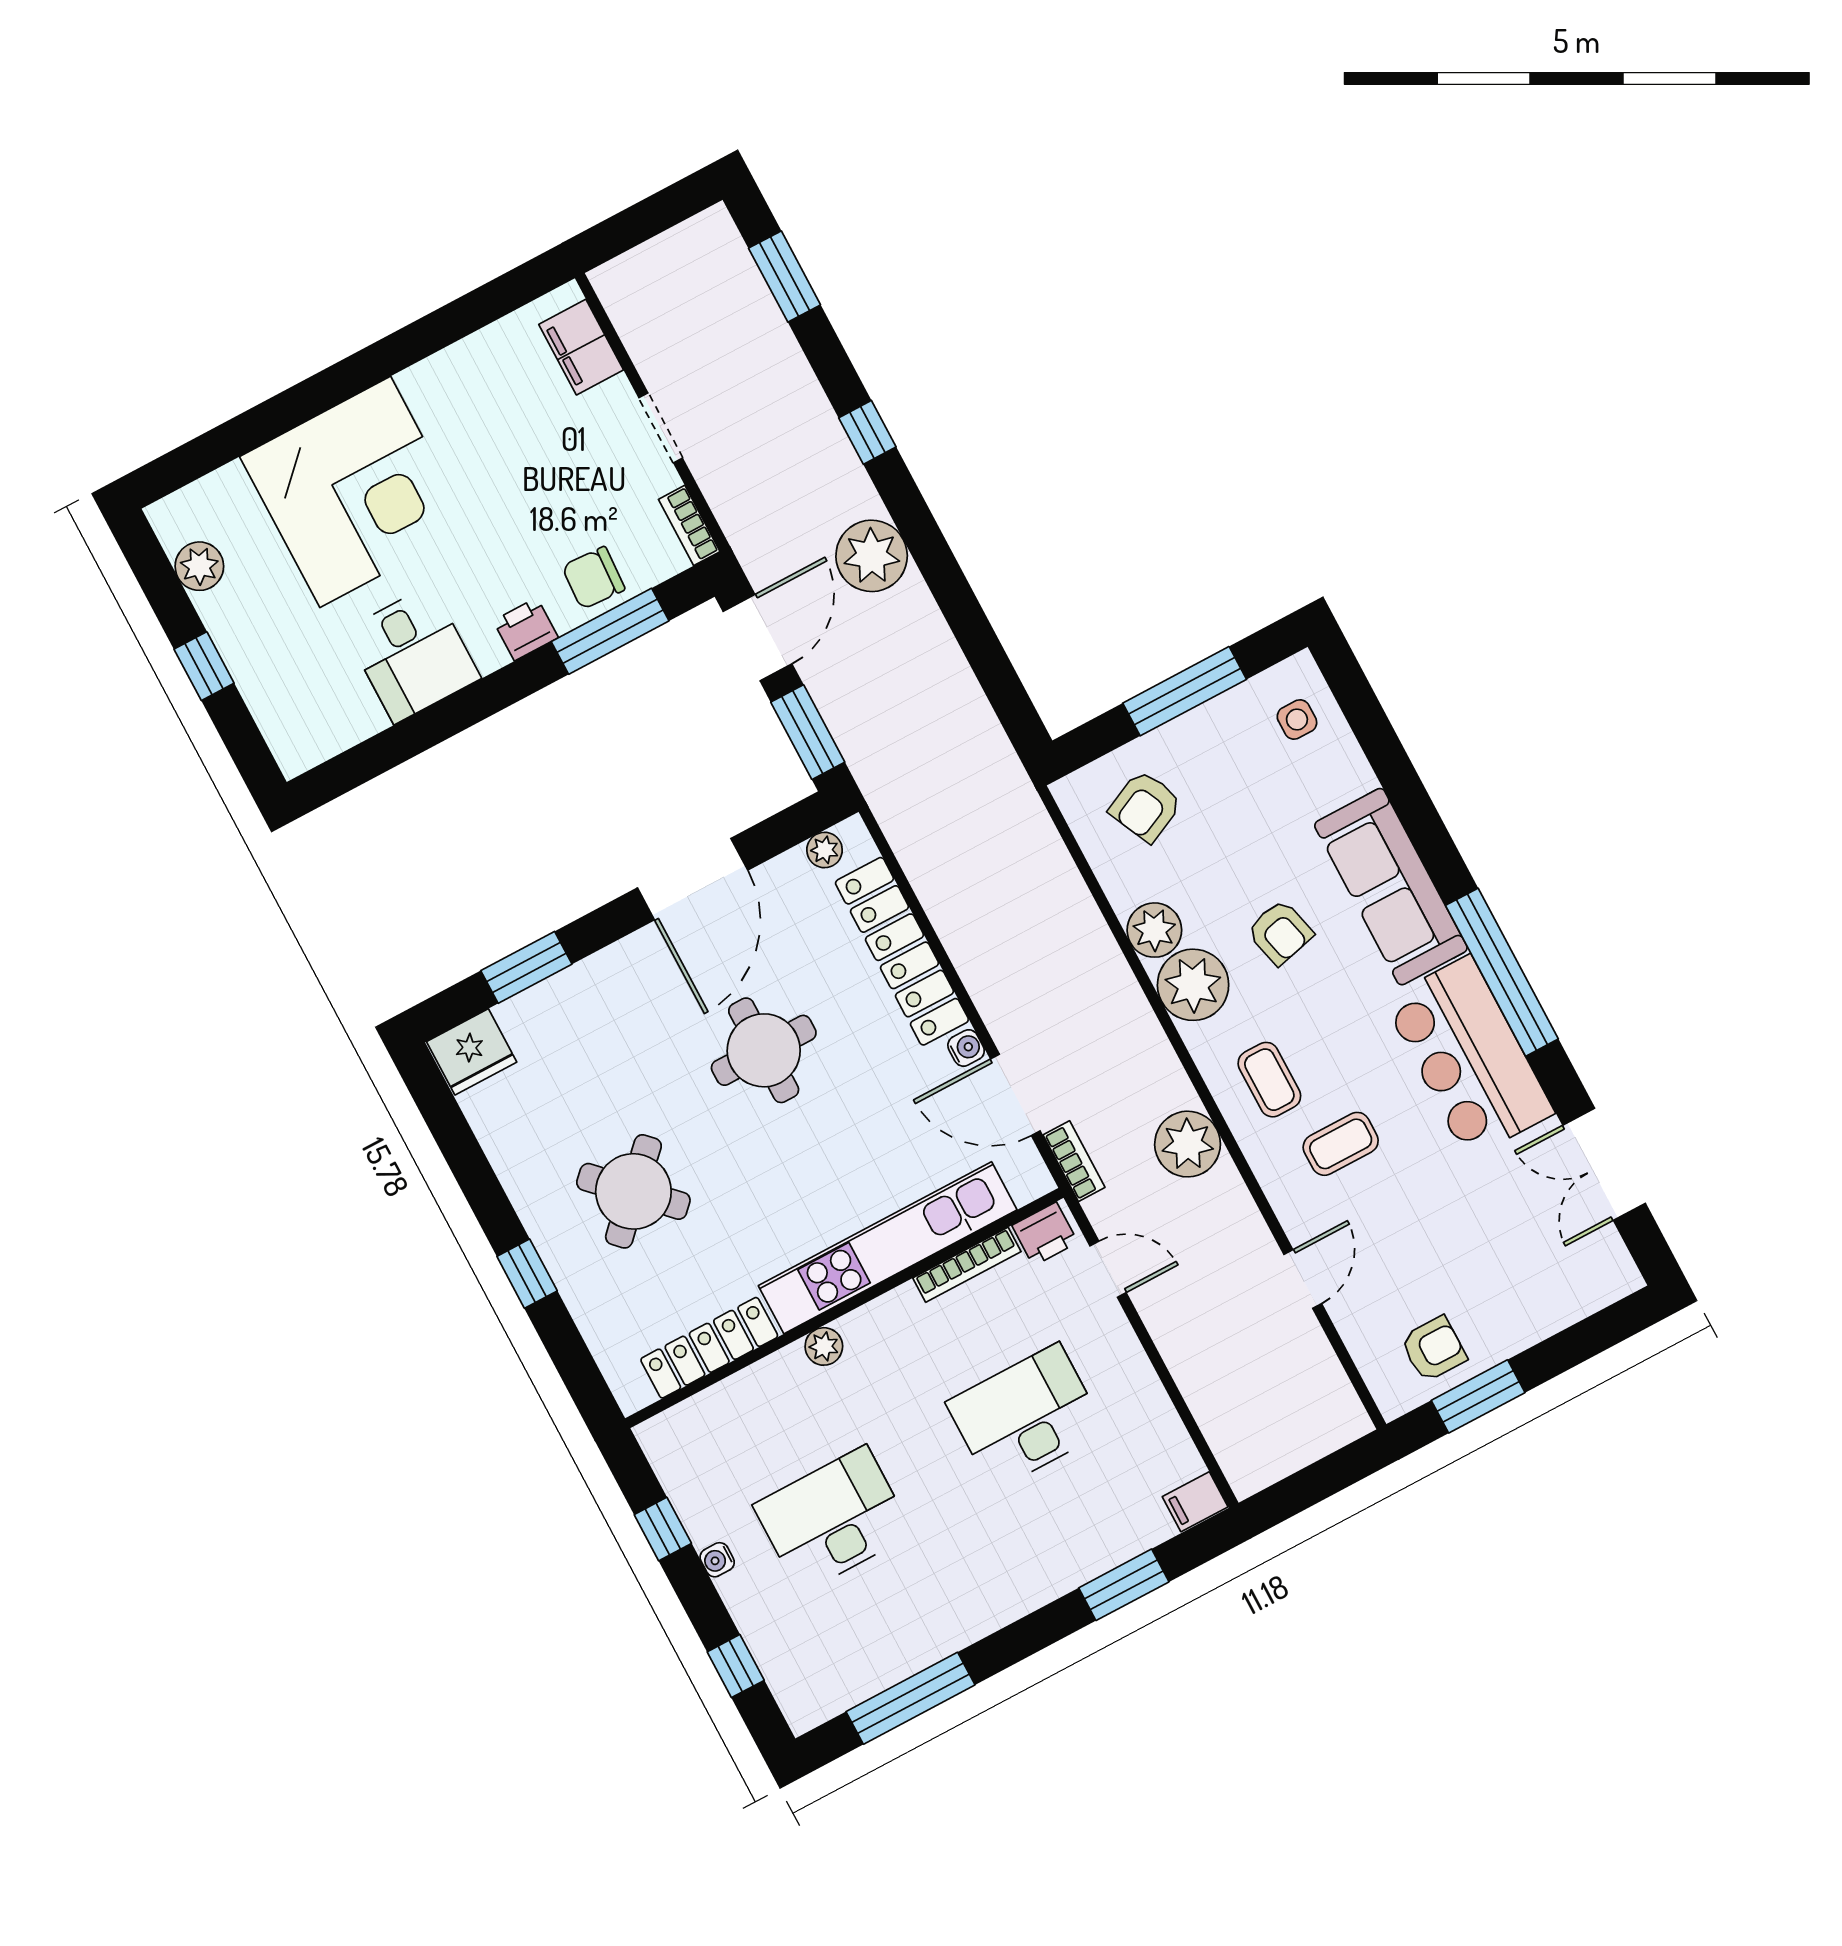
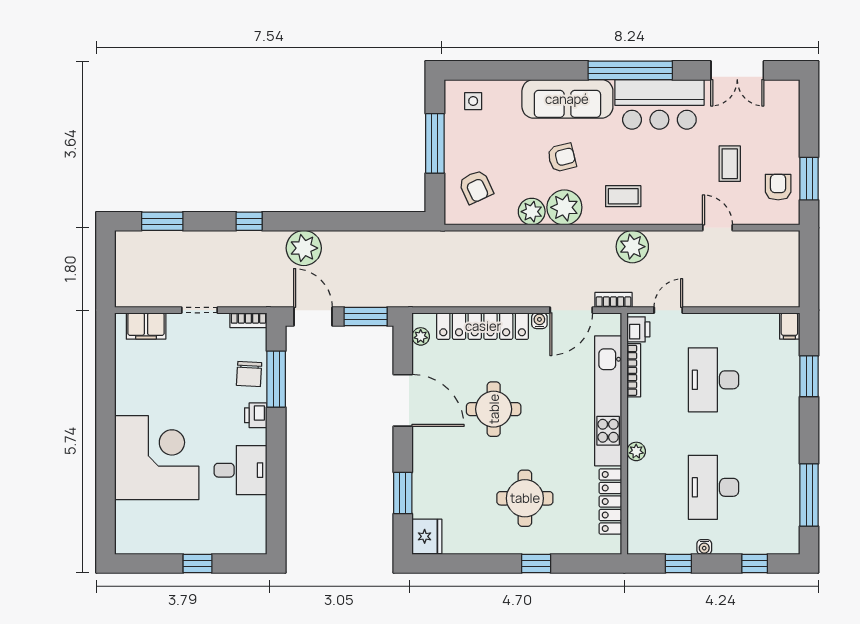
plant: (199, 566) -> (153, 542), removed
coffee table: (1341, 1144) -> (730, 164), moved
round table: (633, 1191) -> (525, 498), turned 45

